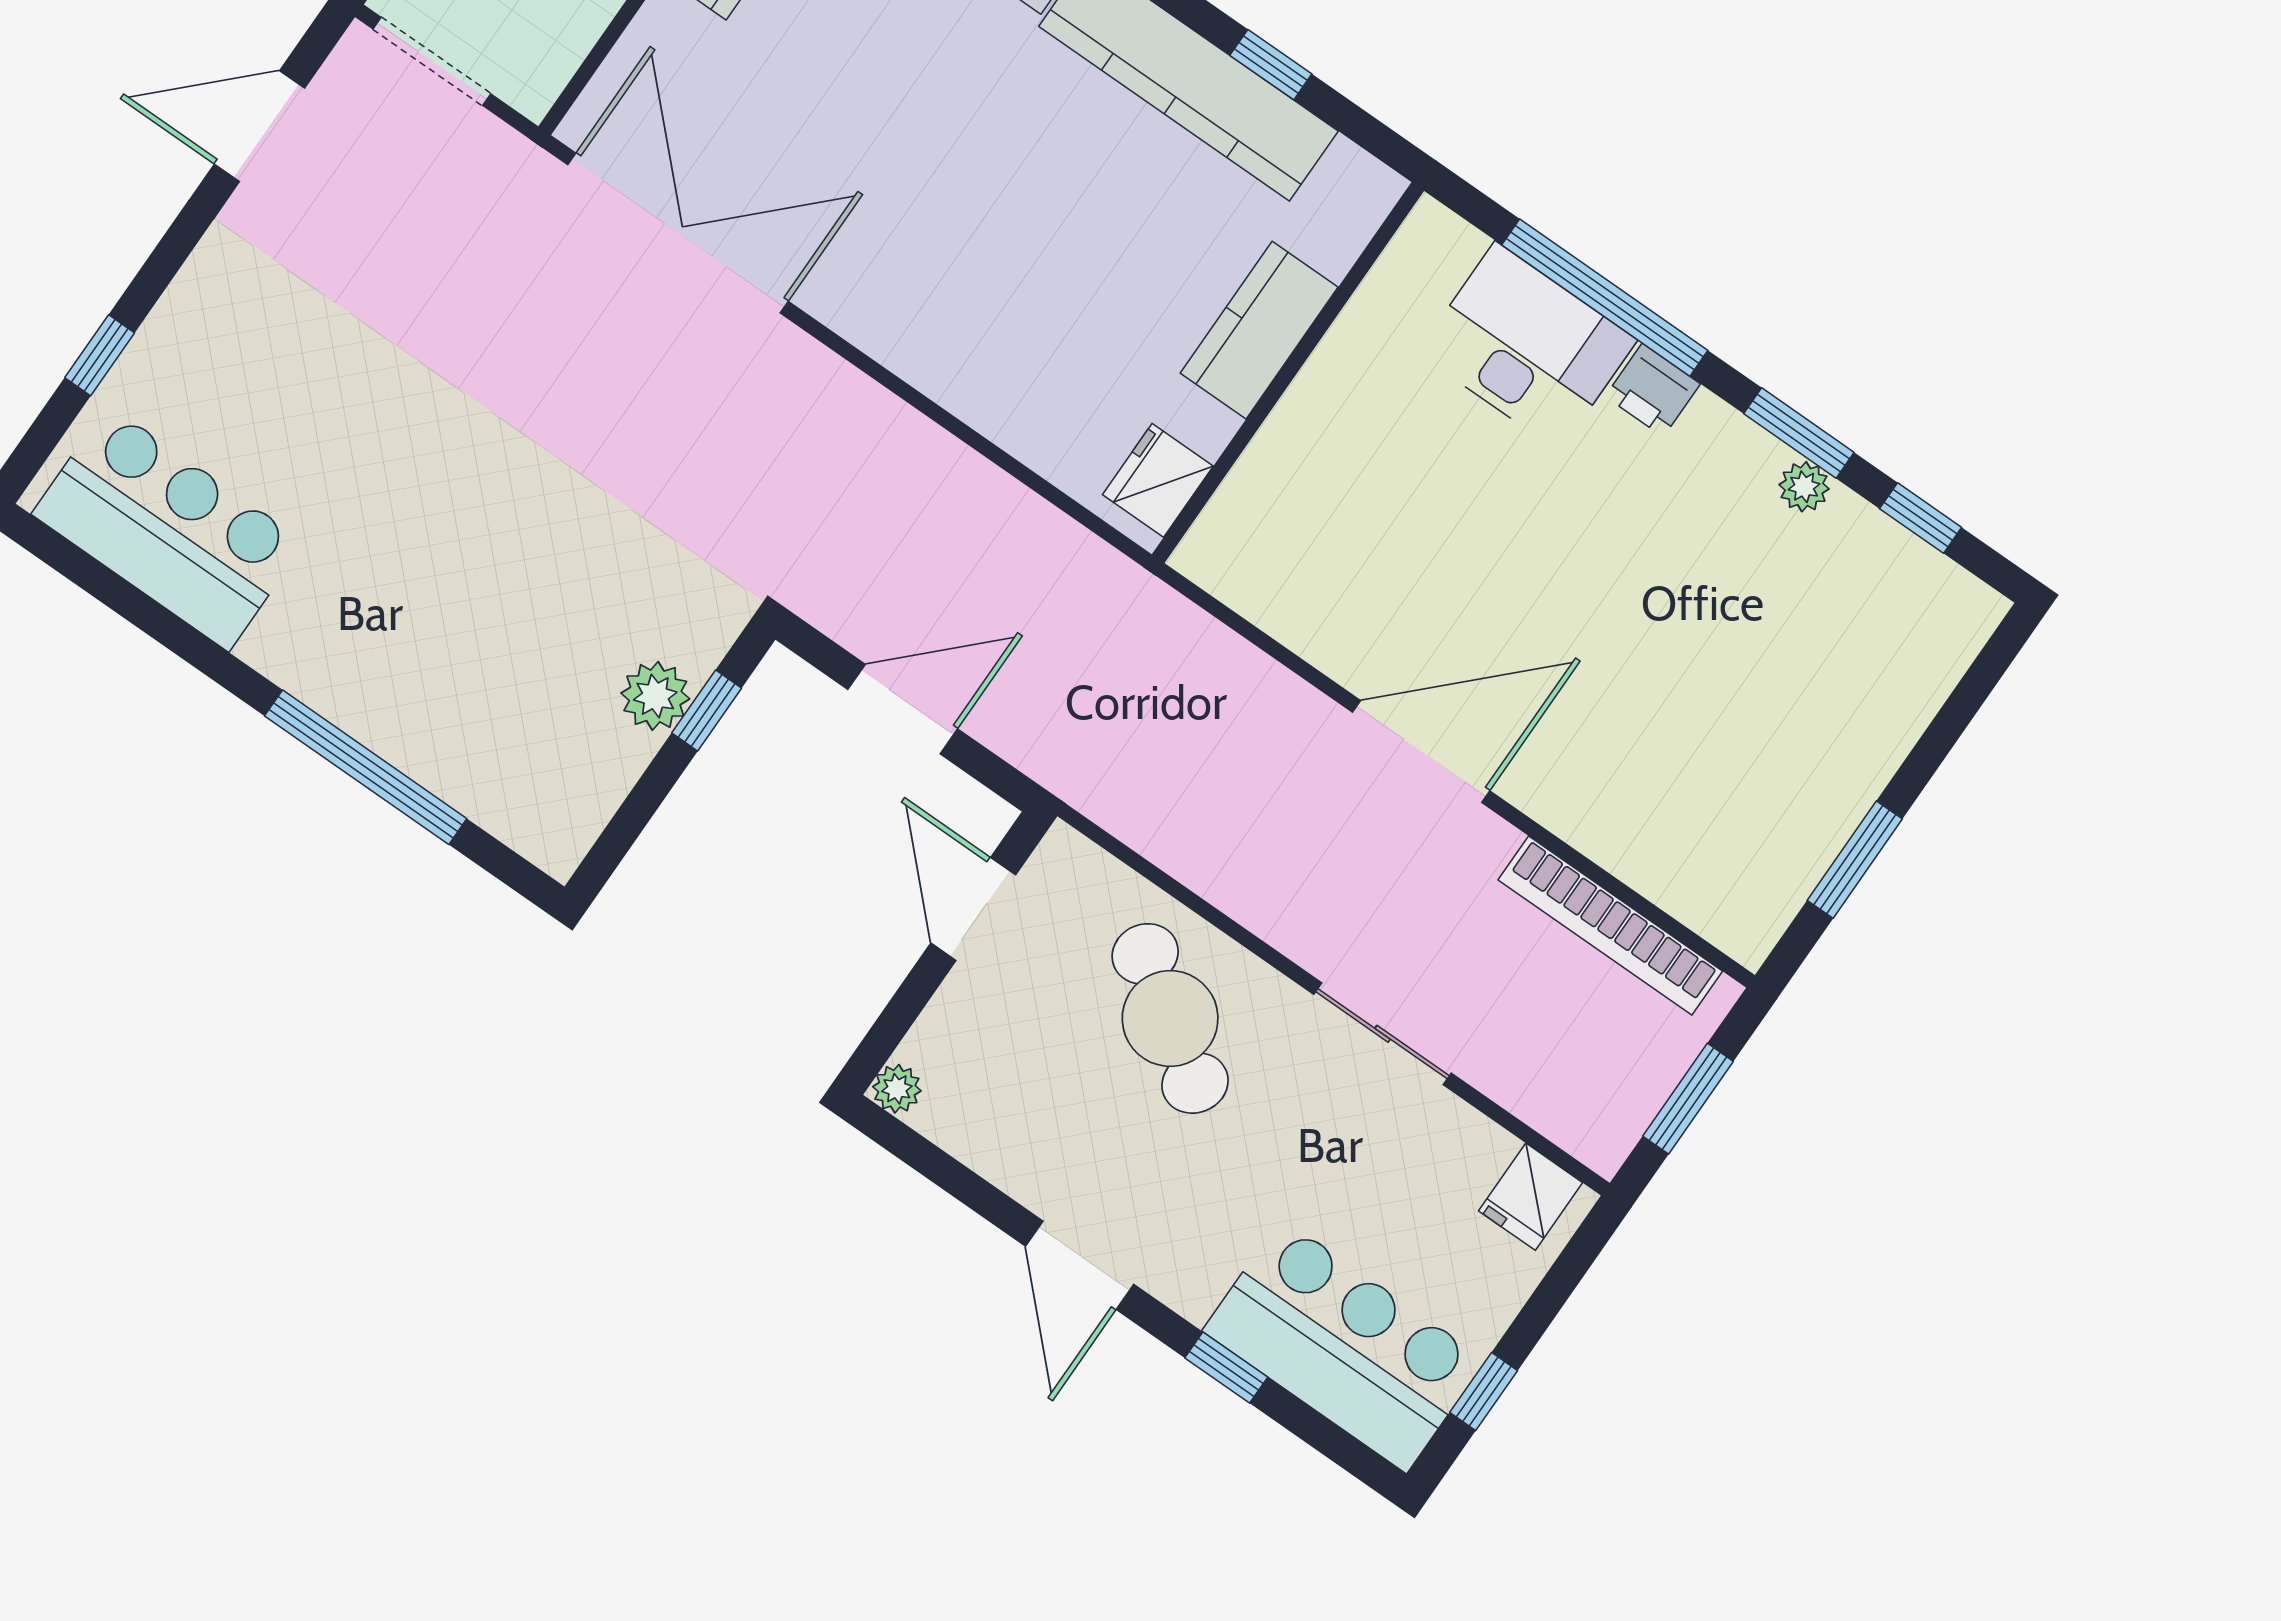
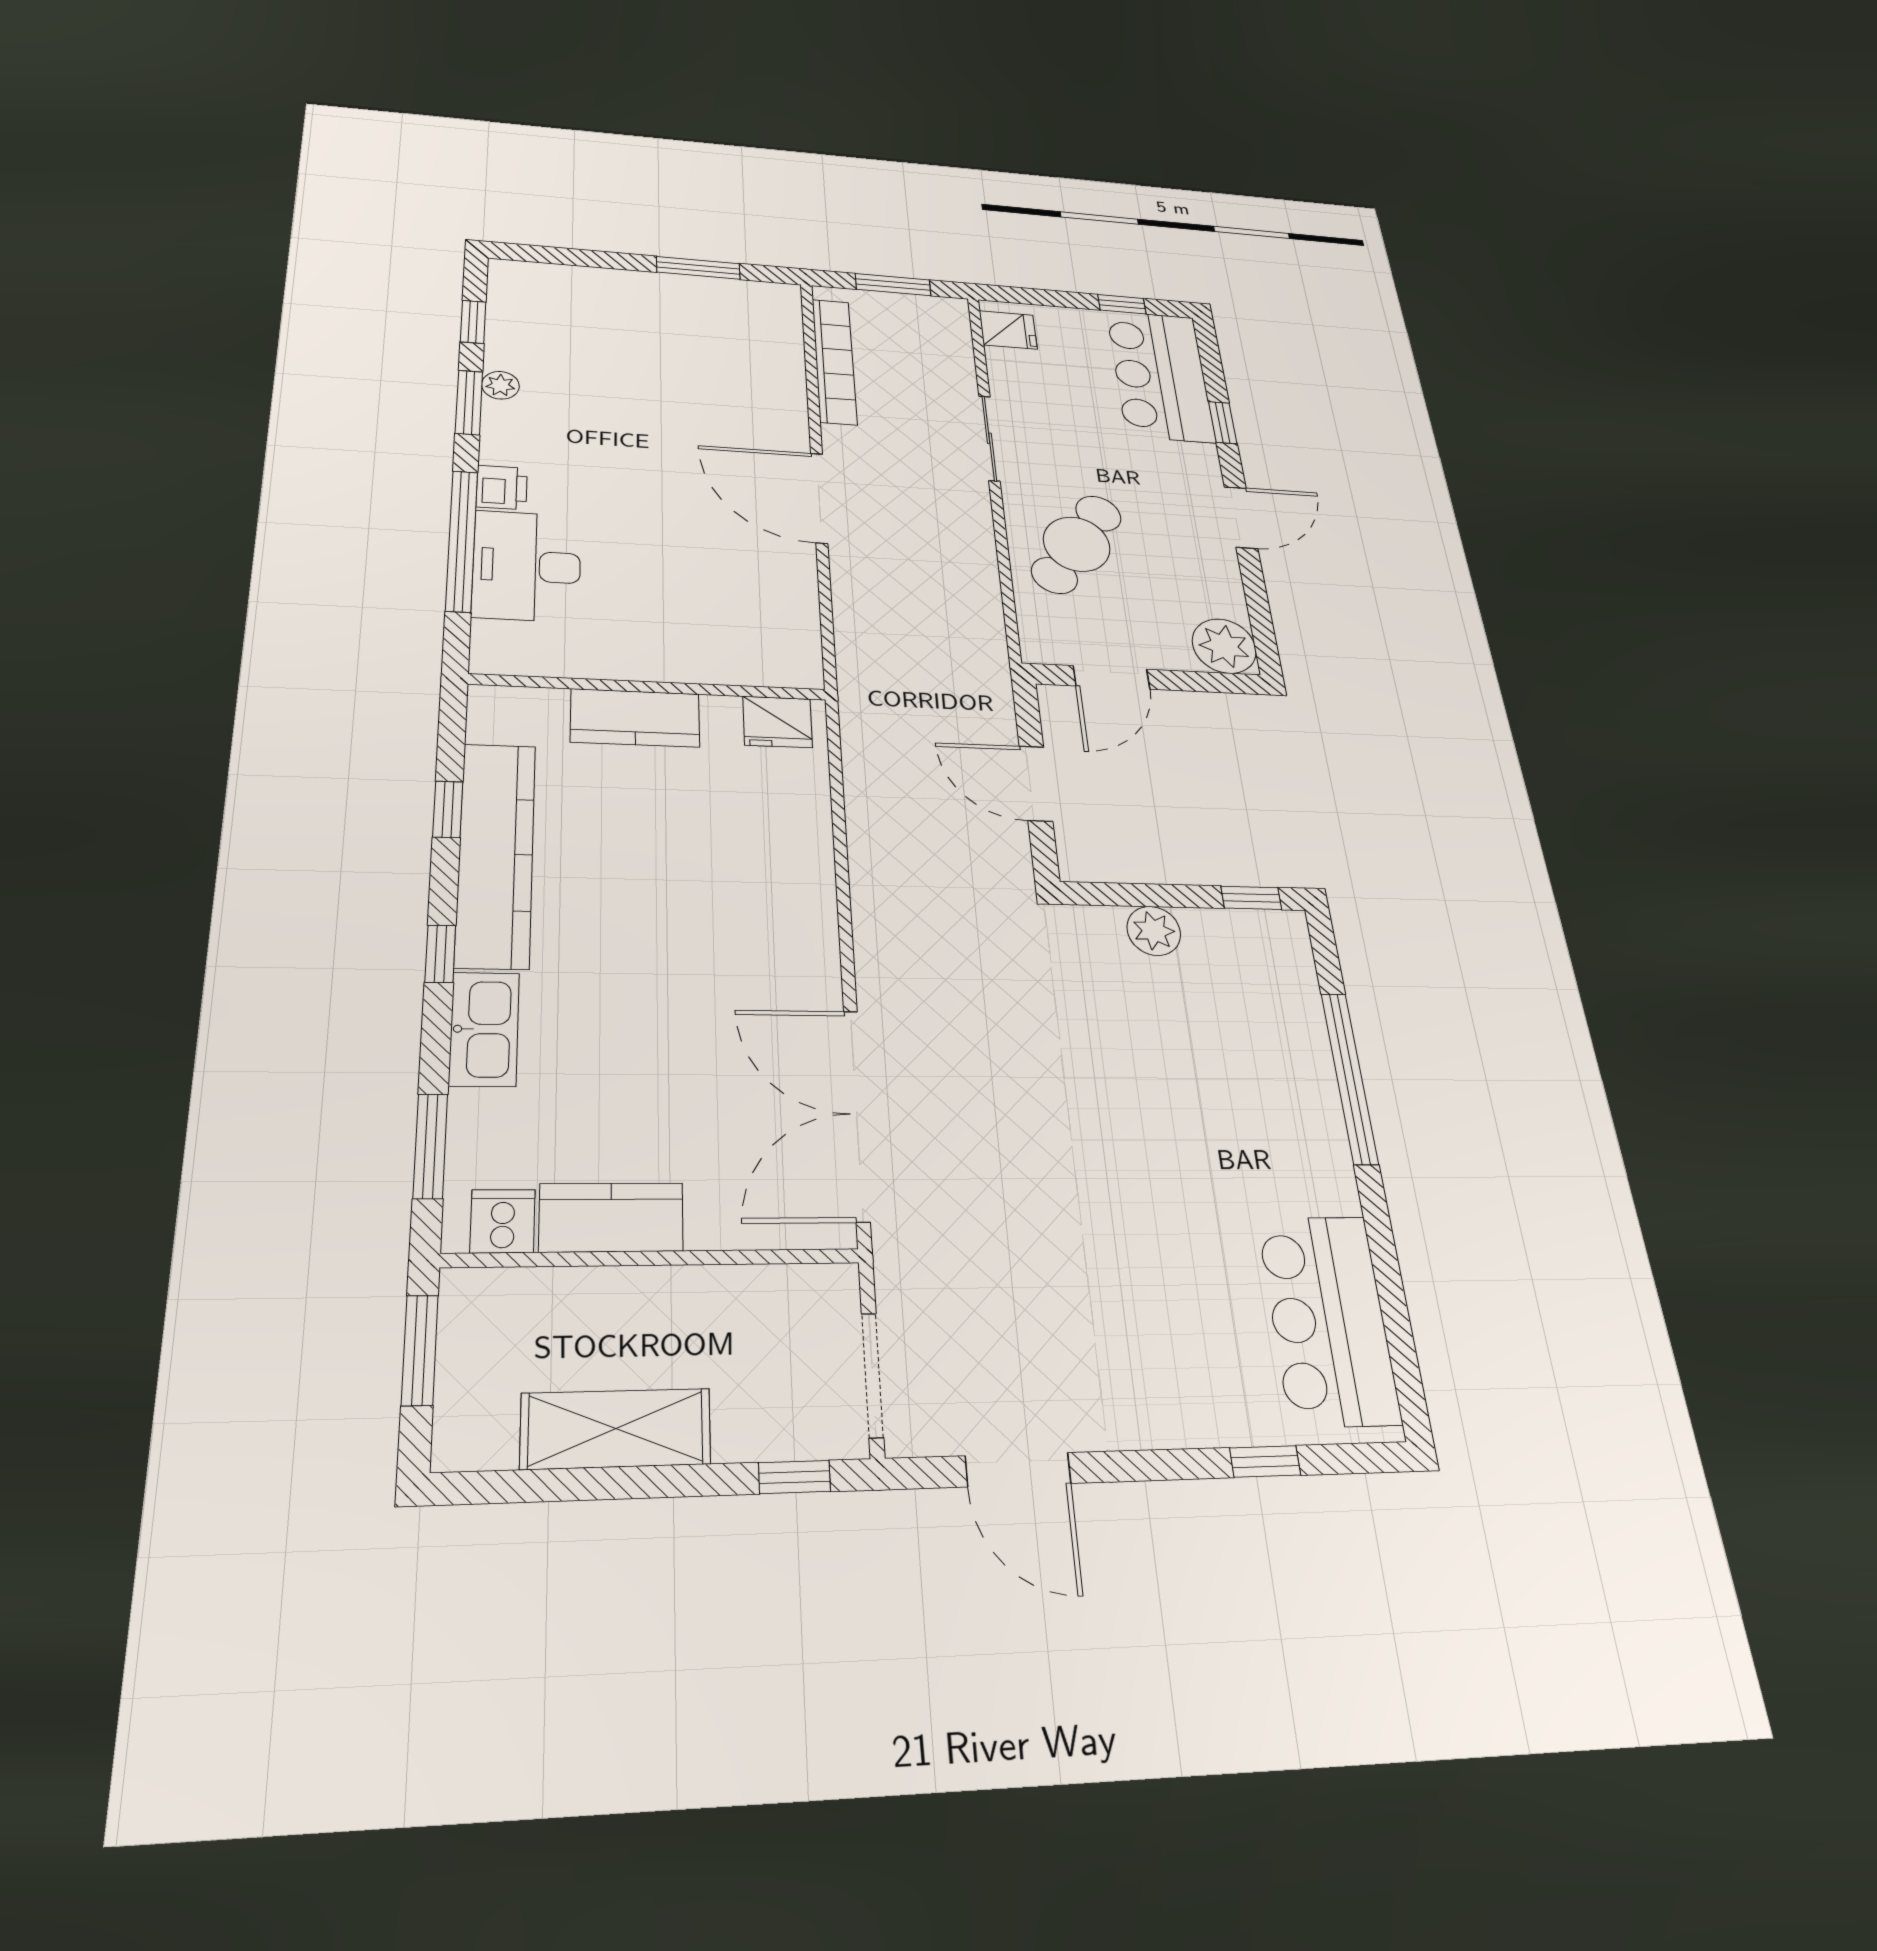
window: (707, 710) -> (1251, 898), moved
plant: (897, 1089) -> (1224, 646), width x1.88, depth x1.88

